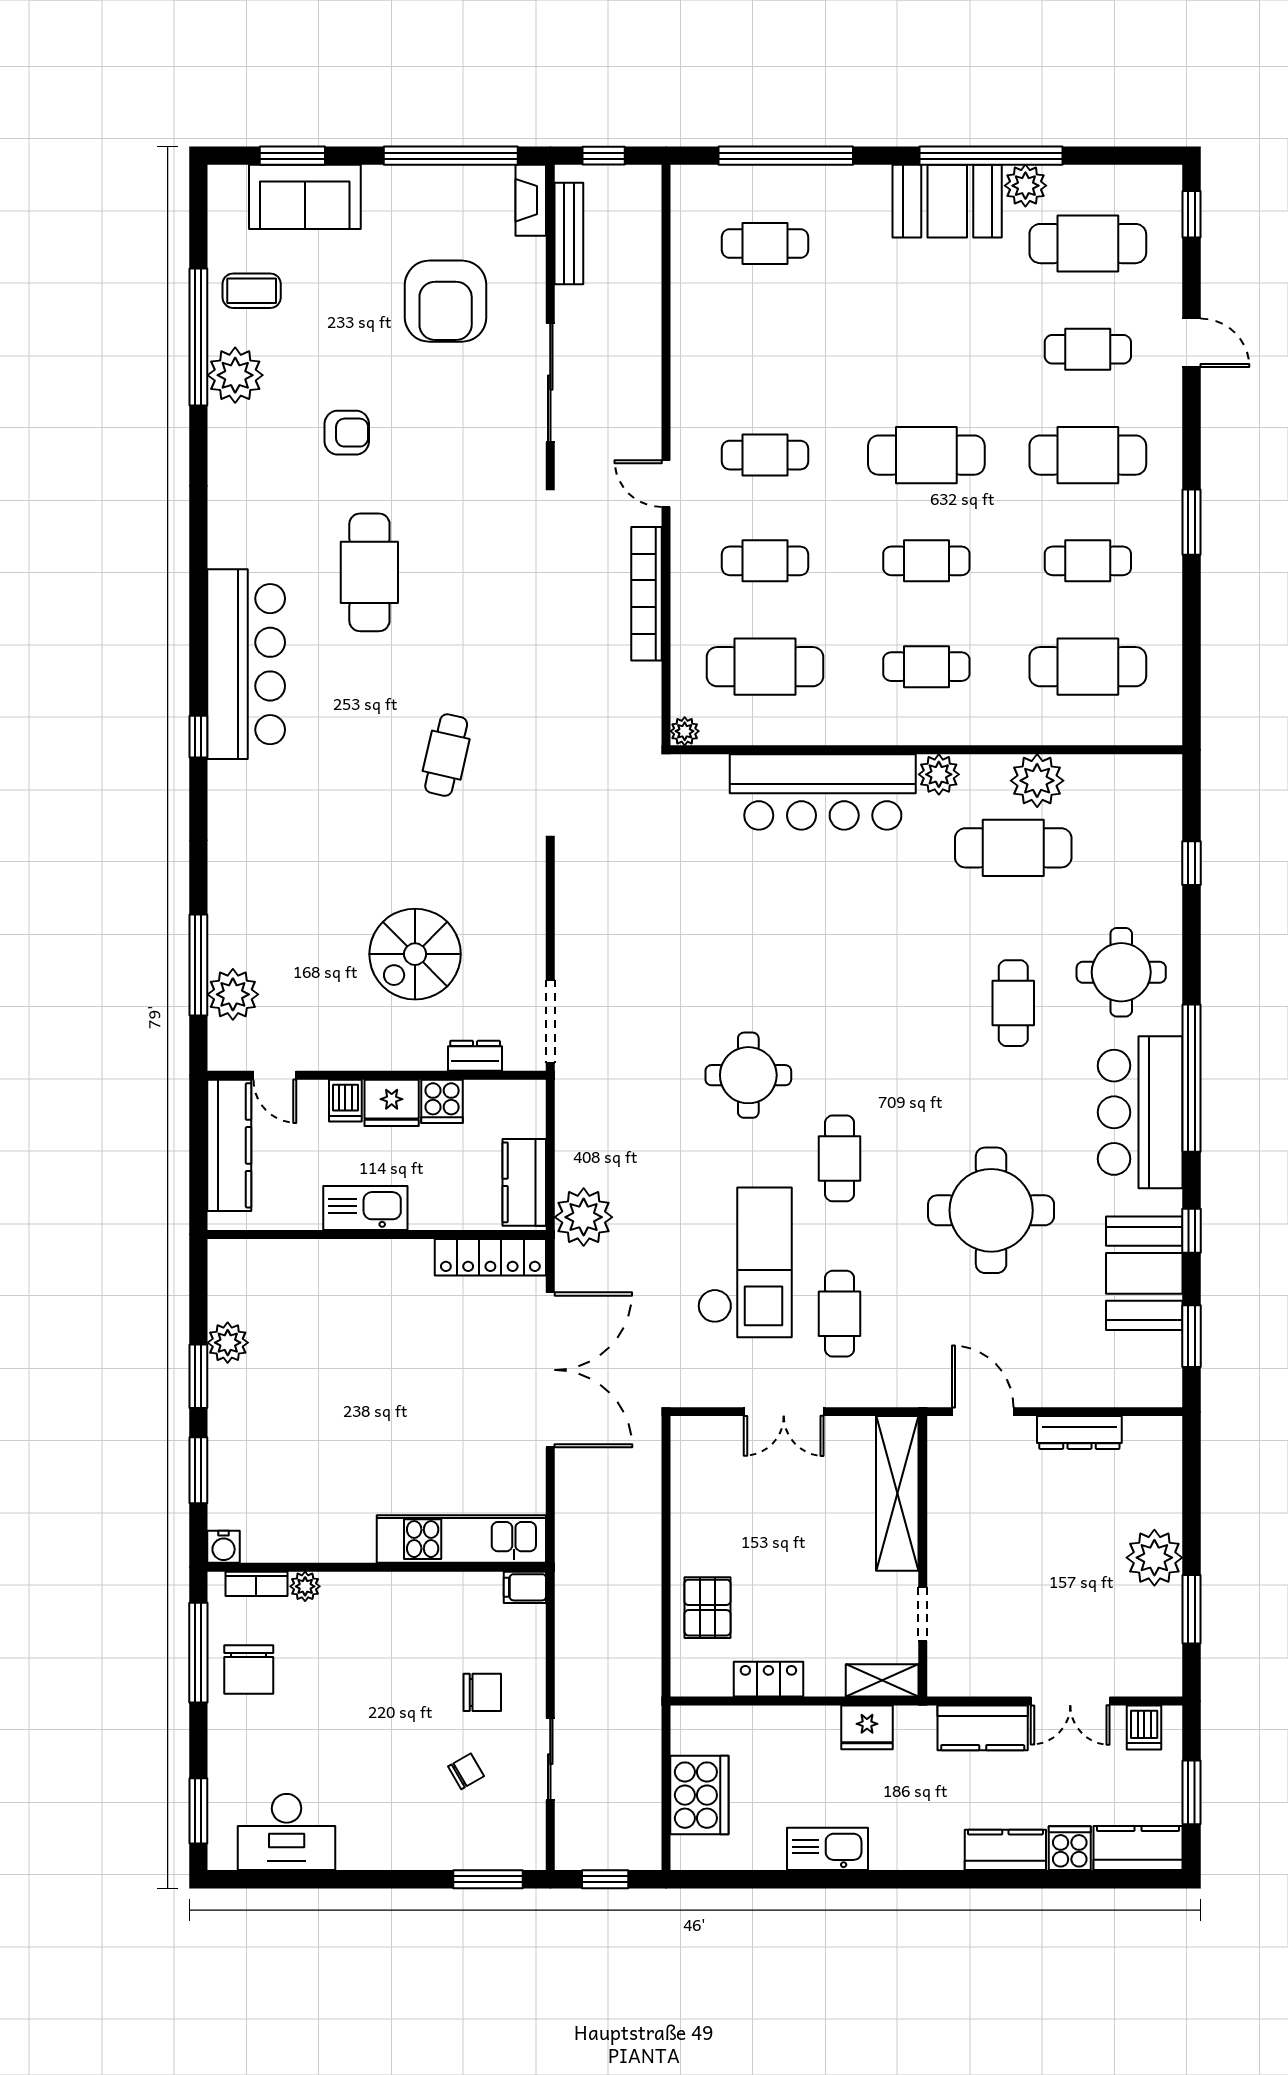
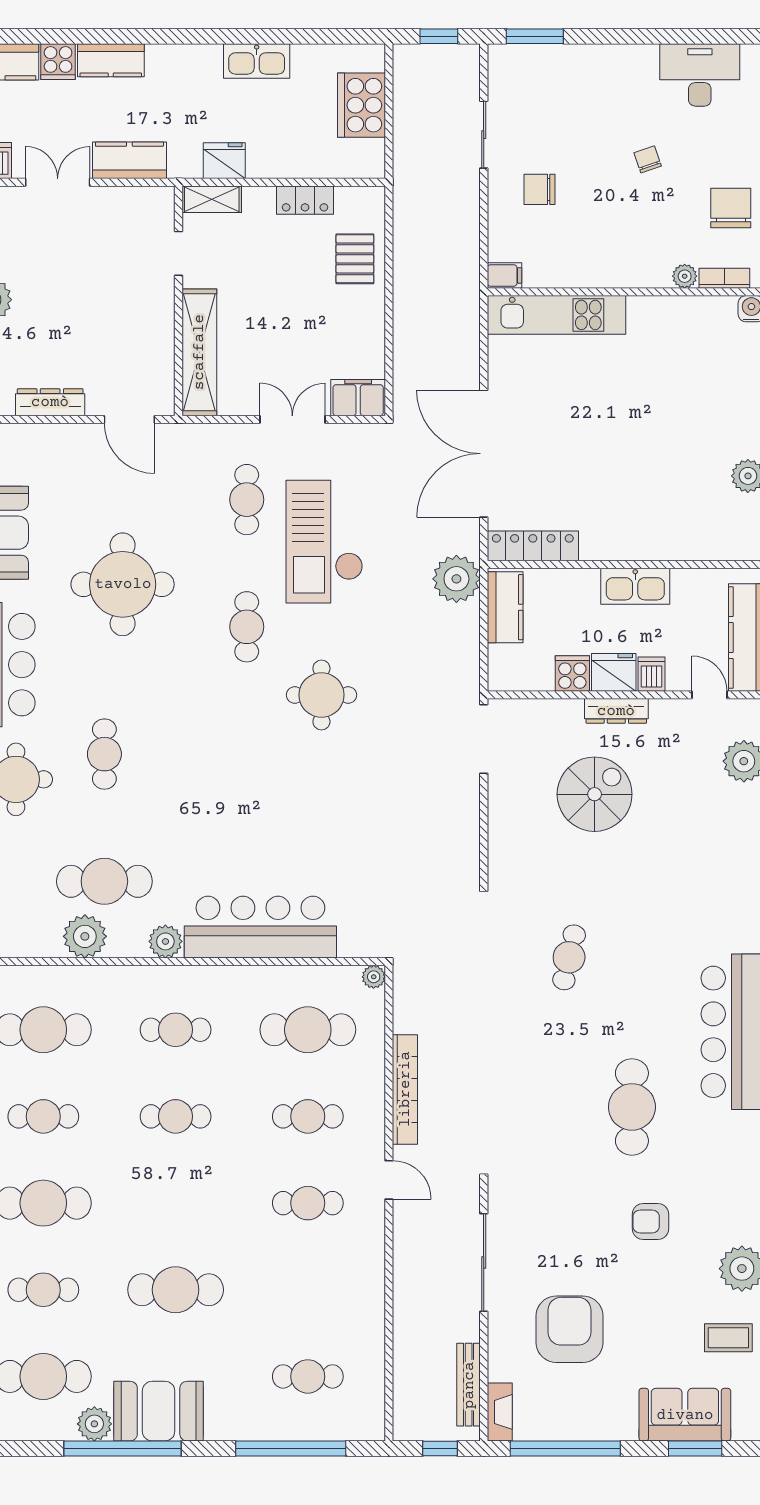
cafe table: (926, 455) -> (176, 1290), moved
dresser: (475, 1056) -> (616, 711), moved, width x1.44
filing cabinet: (704, 1438) -> (358, 398), added
chair: (466, 1771) -> (648, 159), moved, turned 101

